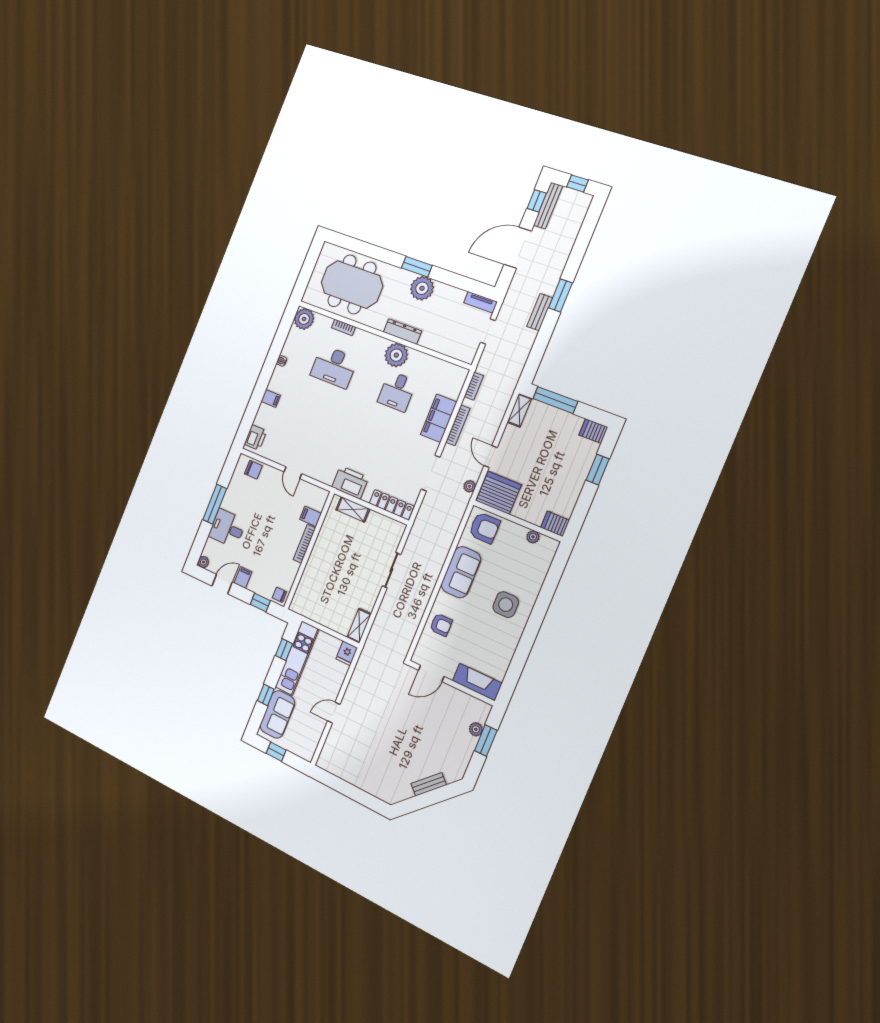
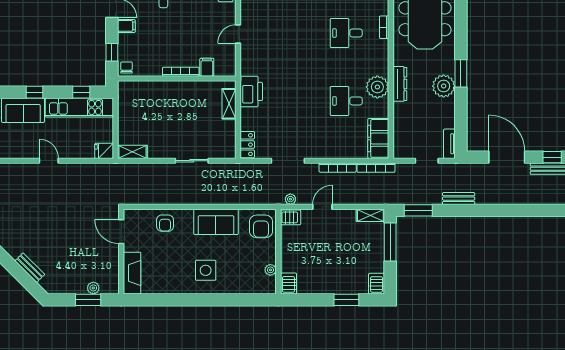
window: (560, 295) -> (418, 210), moved
desk: (334, 367) -> (346, 33), width x0.73
bookcase: (474, 386) -> (376, 168), width x1.56
filing cabinet: (439, 418) -> (378, 138), moved, turned -90
server rack: (499, 493) -> (291, 217), width x0.46, depth x0.70
locker: (392, 505) -> (247, 145), width x0.66

